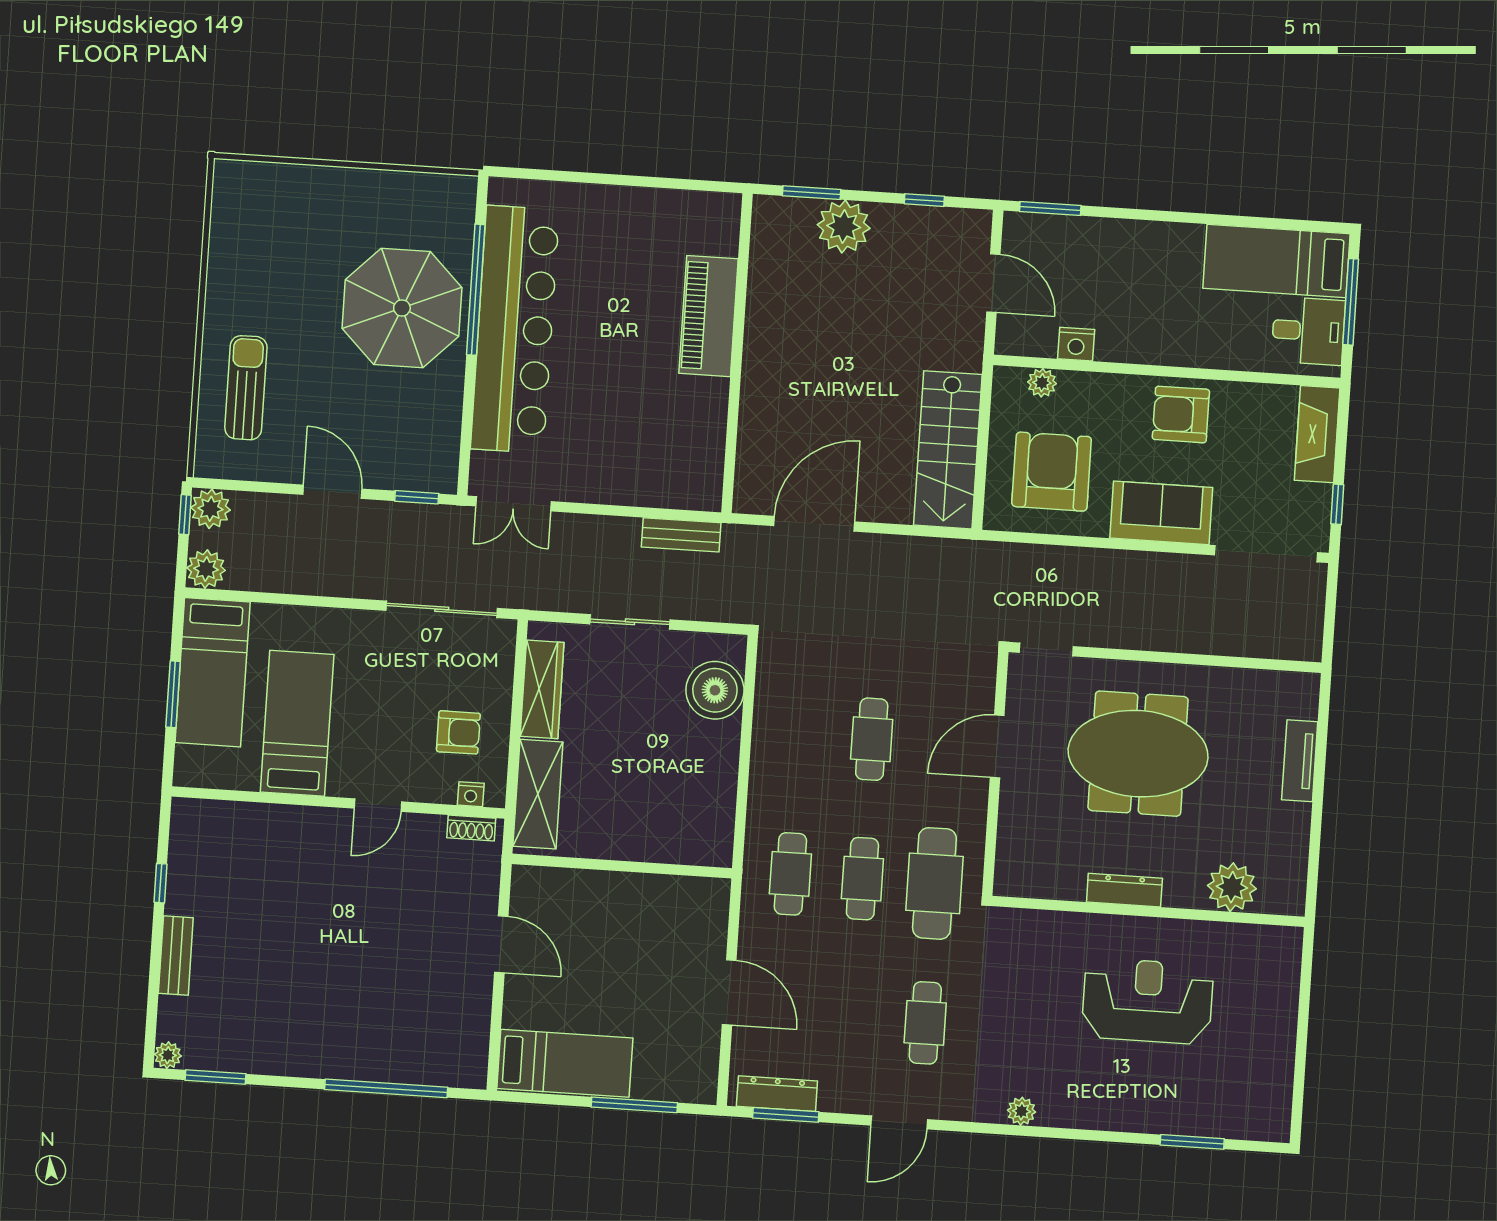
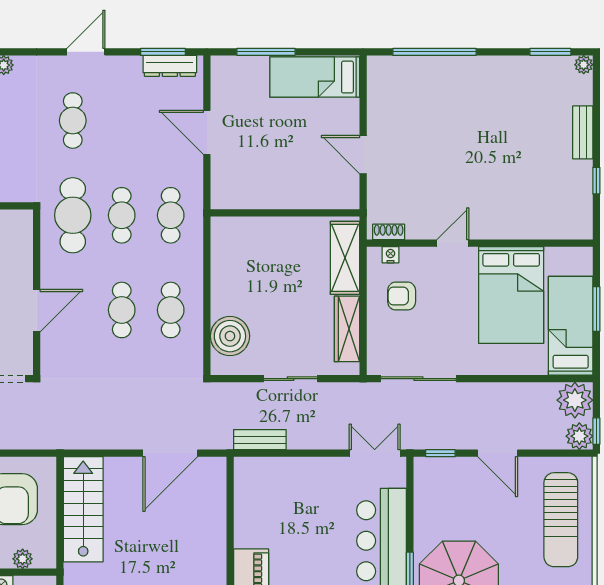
sun lounger: (246, 388) -> (561, 520), width x1.36, depth x1.34
plant: (206, 569) -> (575, 400), width x1.36, depth x1.36
bed: (297, 723) -> (511, 295), width x1.50
cafe table: (800, 734) -> (171, 310), added

